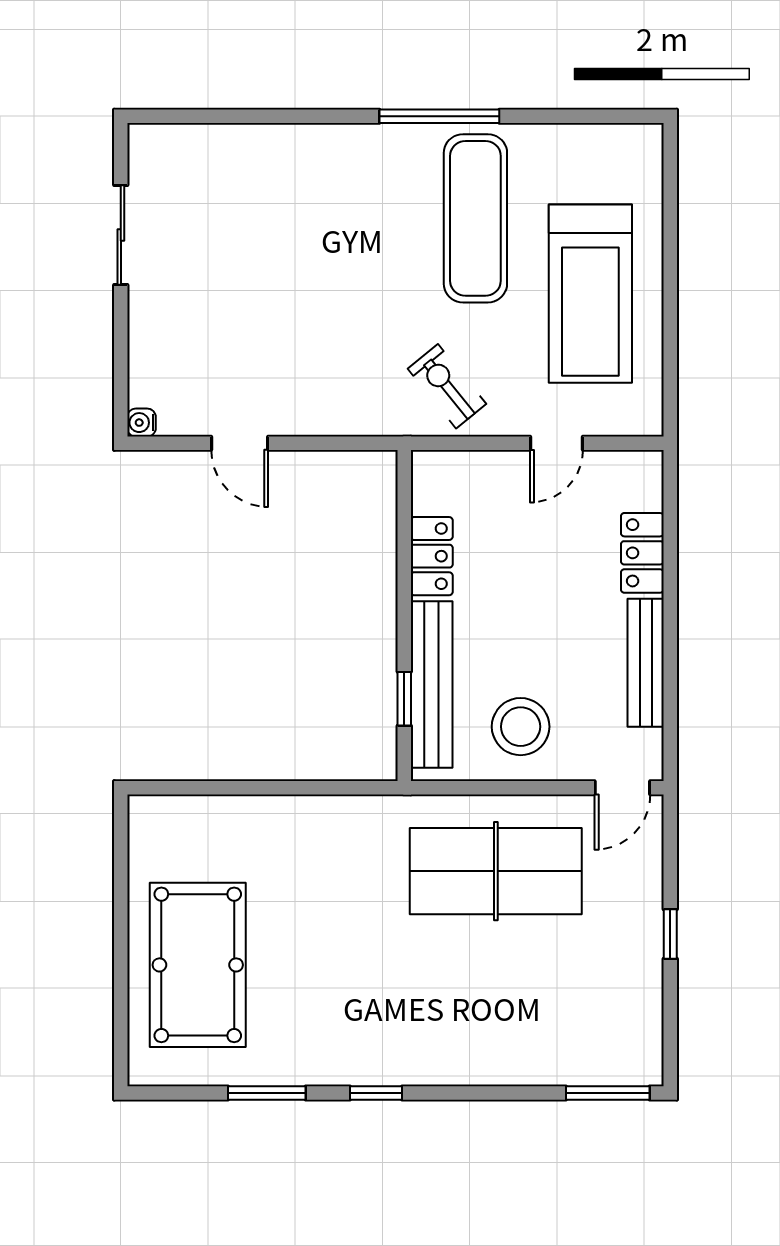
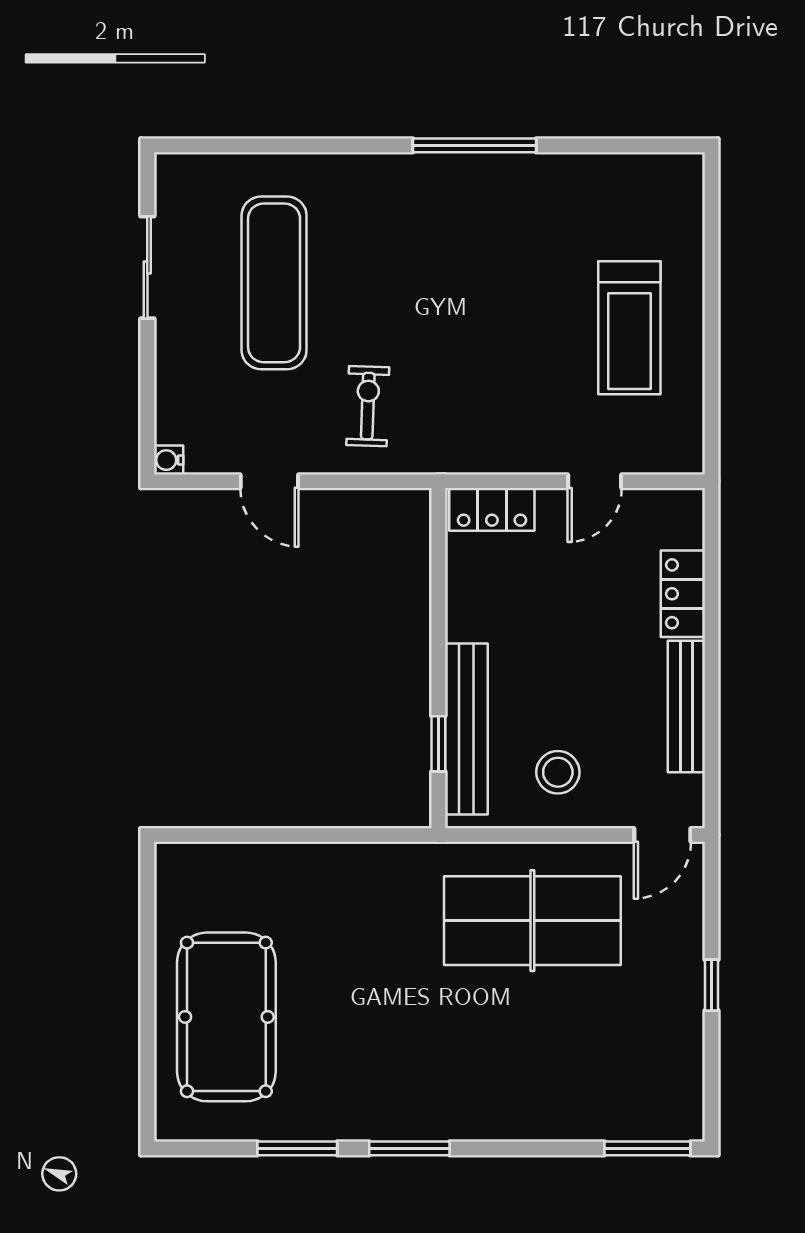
exercise mat: (475, 218) -> (274, 283), moved
treadmill: (590, 294) -> (629, 328), width x0.73, depth x0.73
exercise bike: (447, 386) -> (368, 406), moved, turned 41
locker: (432, 556) -> (492, 509), moved, turned 90
stool: (521, 727) -> (558, 772), width x0.73, depth x0.73
window: (376, 1093) -> (409, 1148), width x1.50

